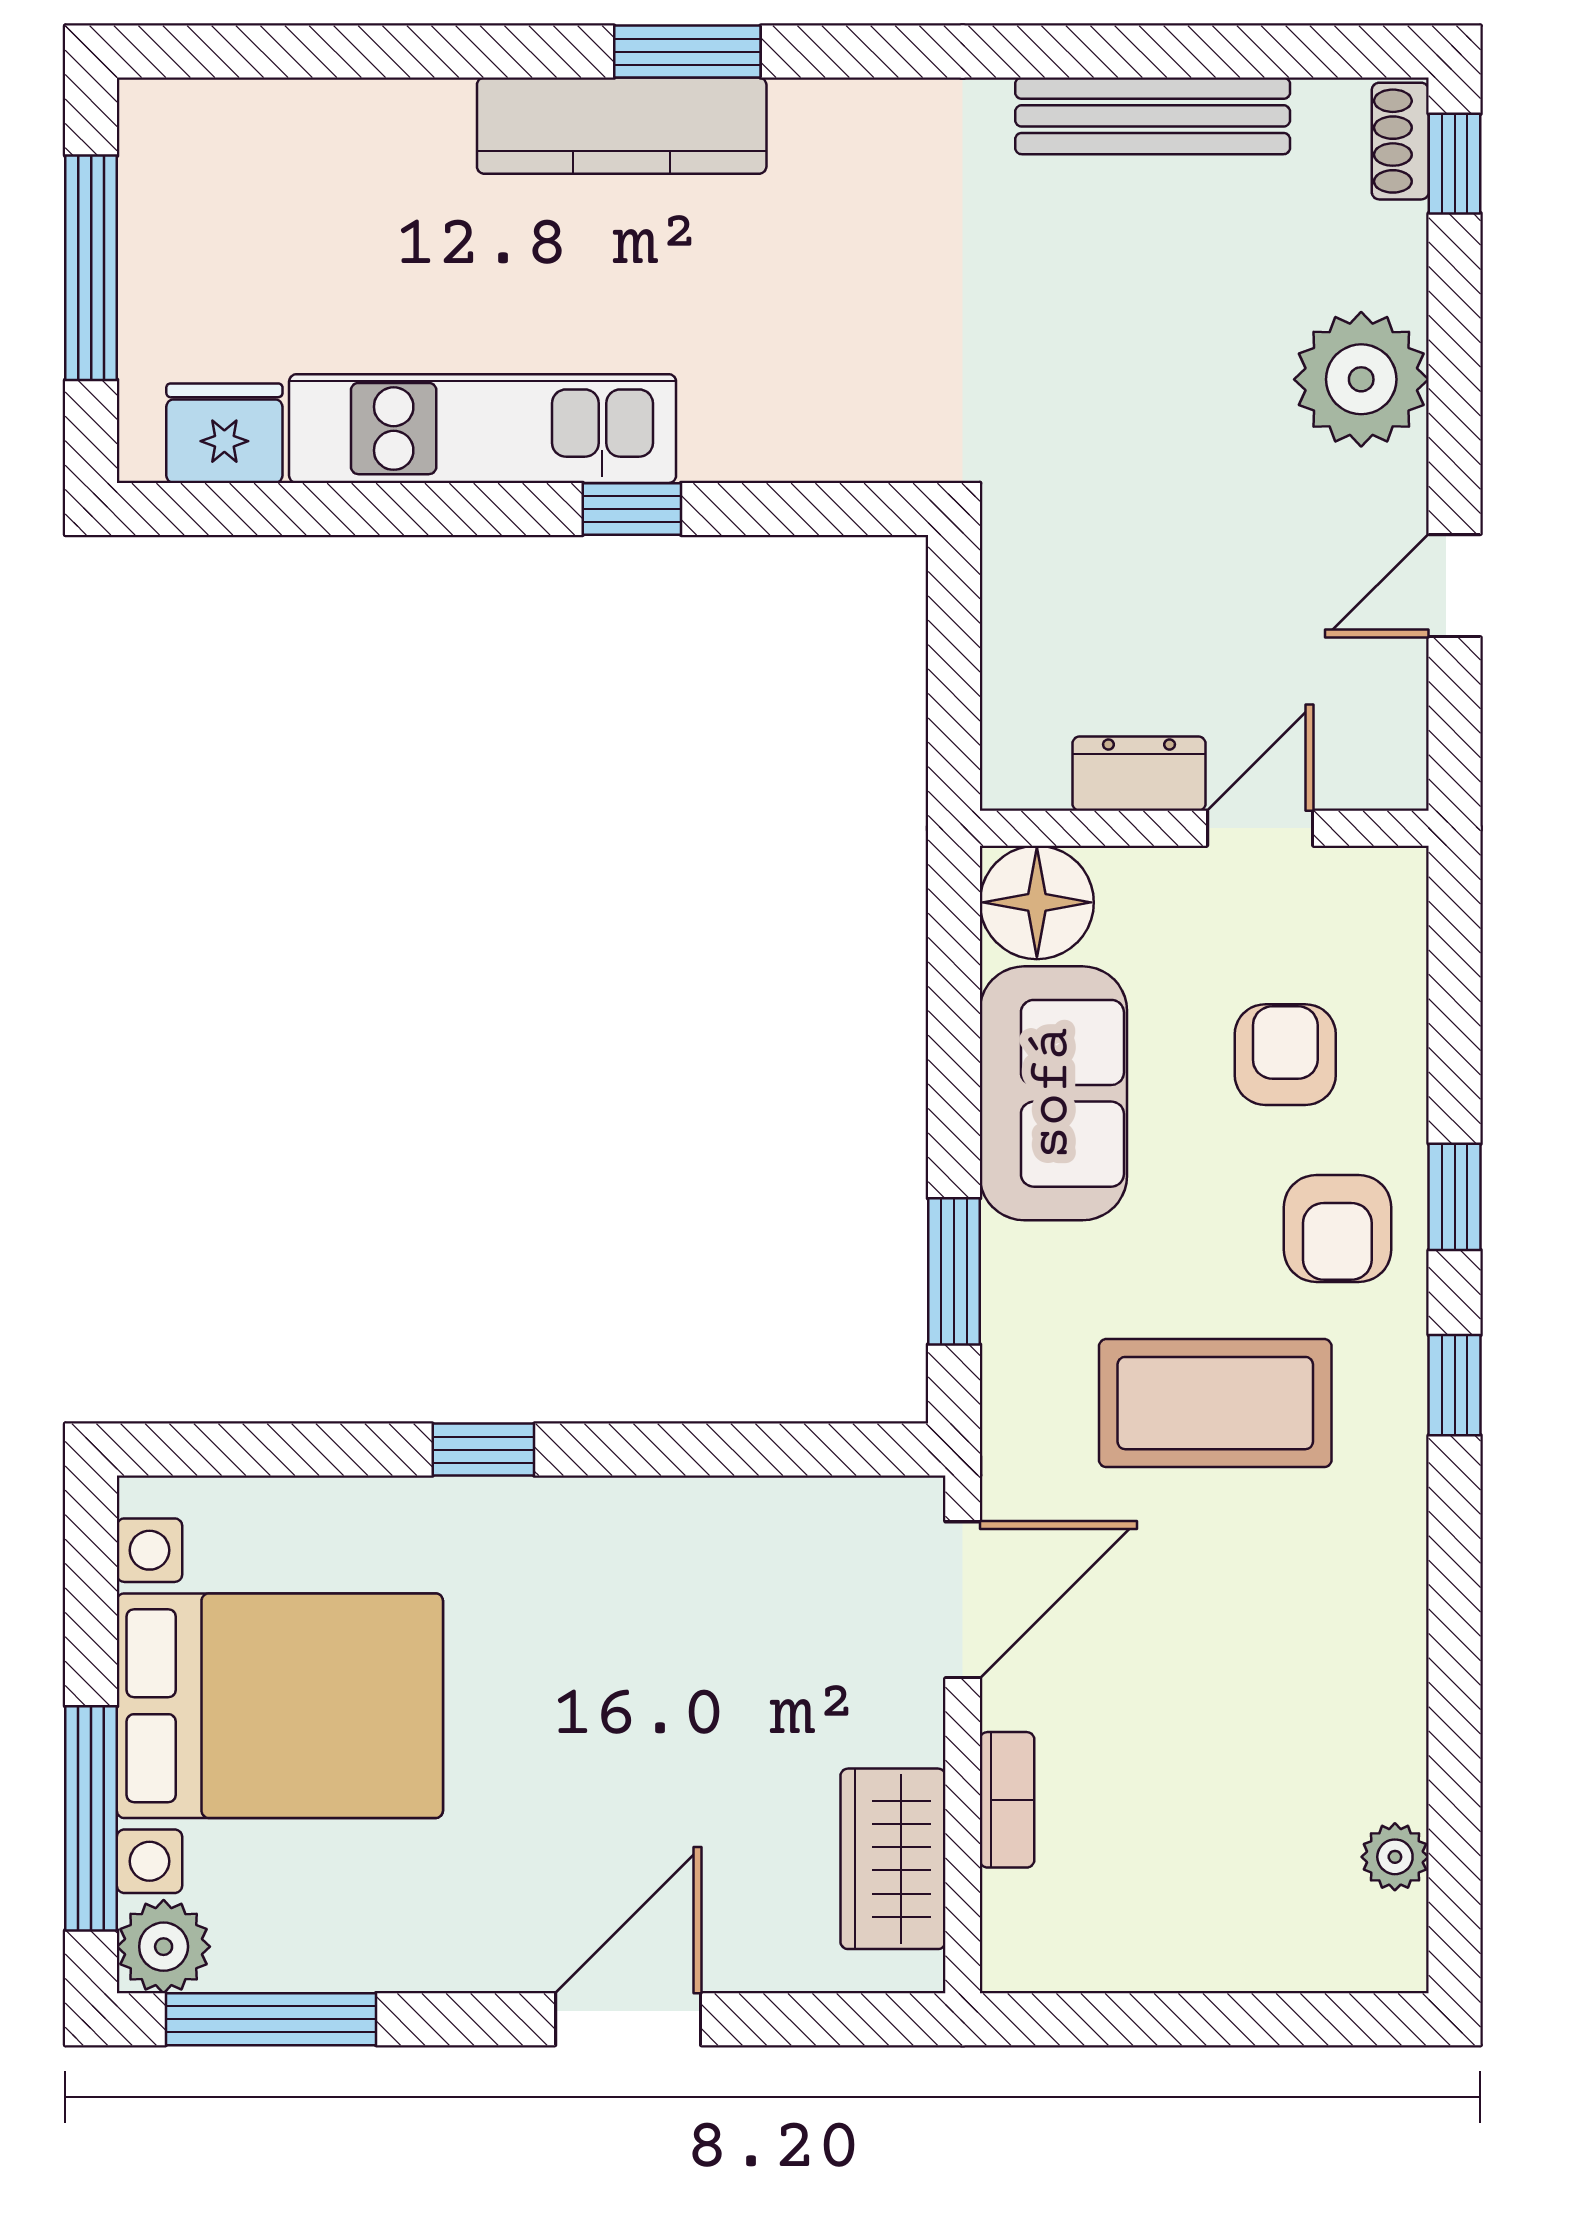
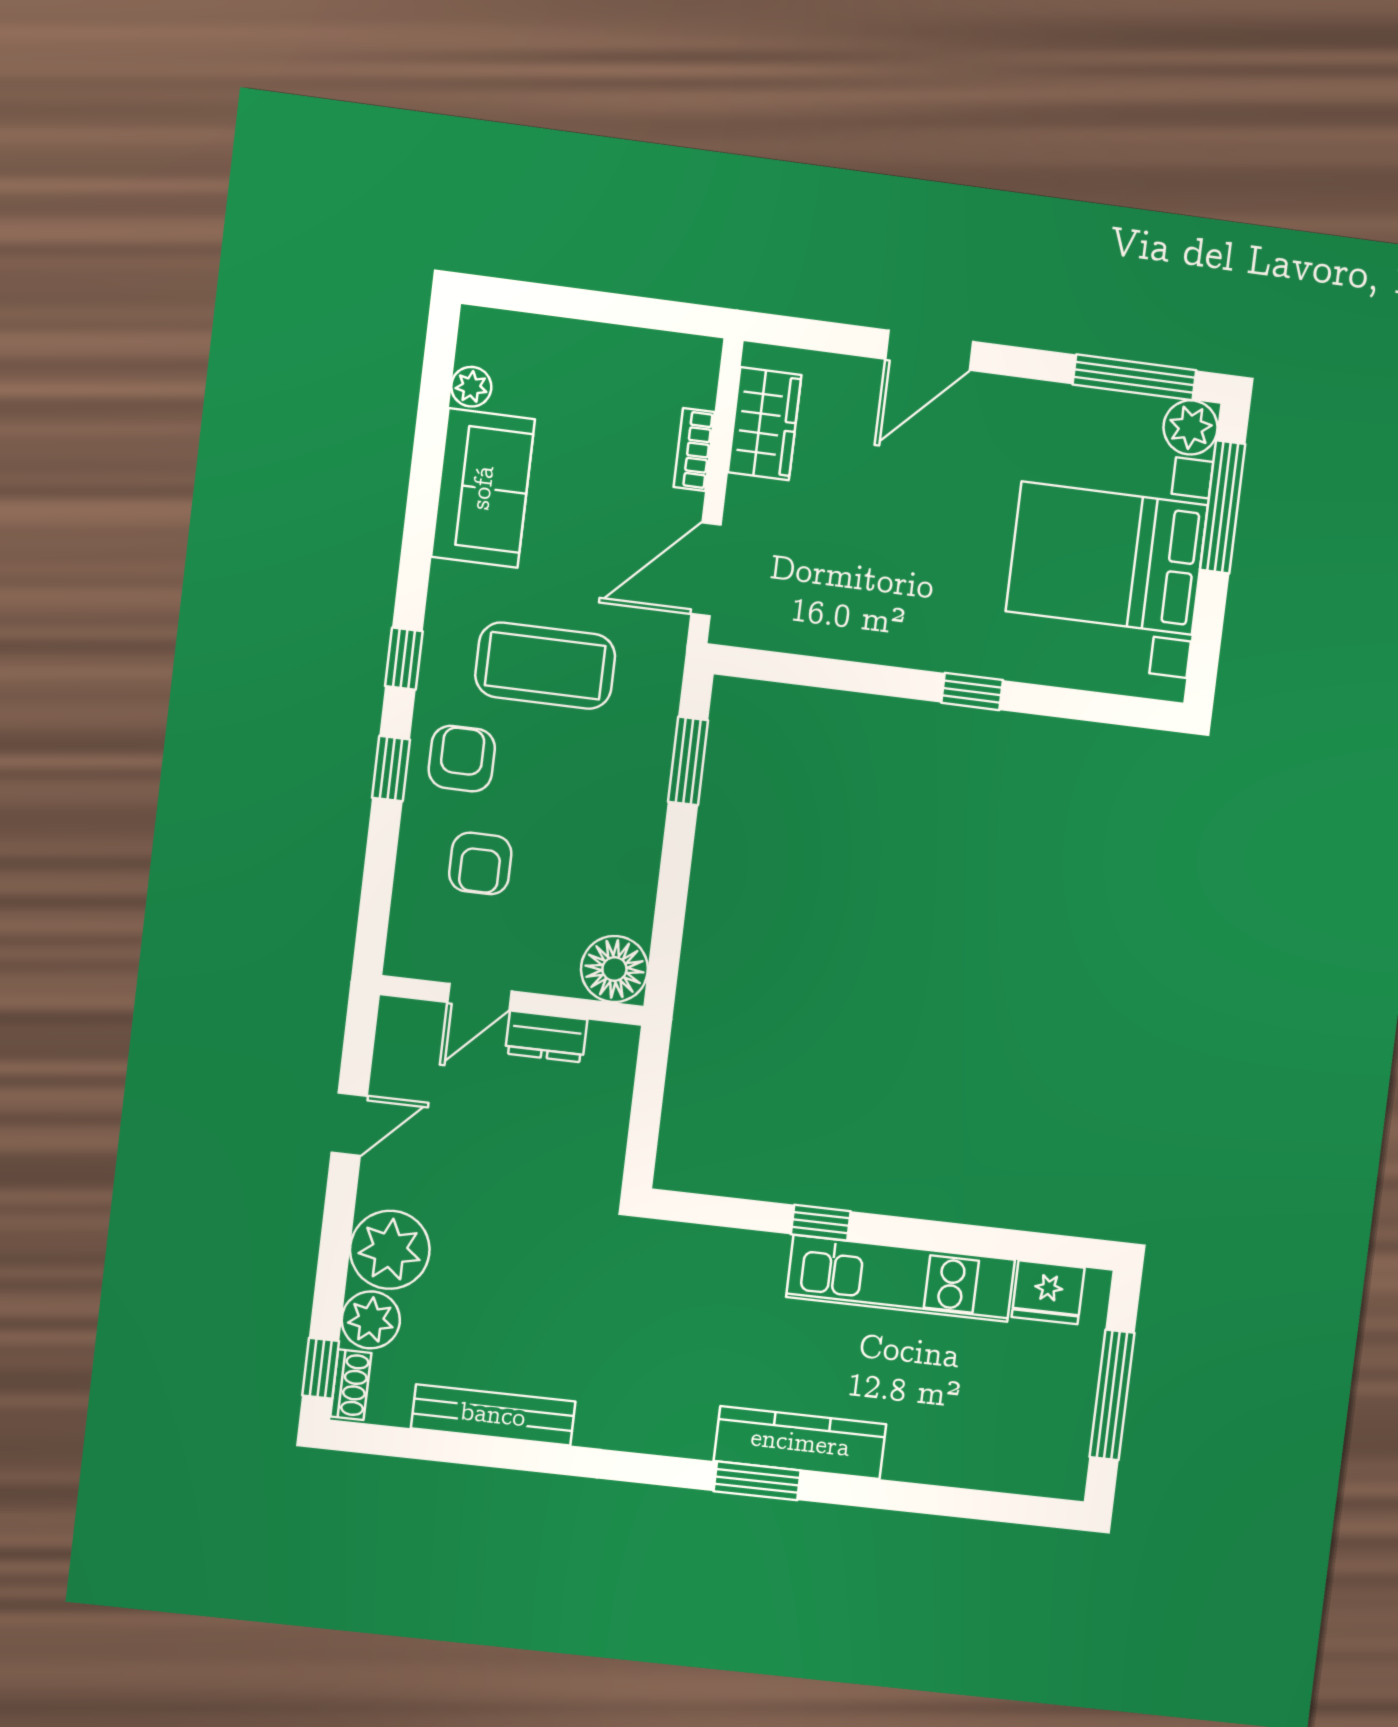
plant: (1379, 256) -> (371, 1320), added
sofa: (1053, 1093) -> (483, 488), moved, turned 180

